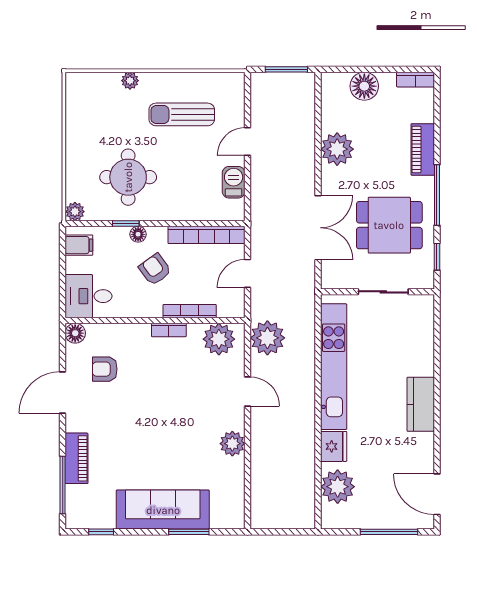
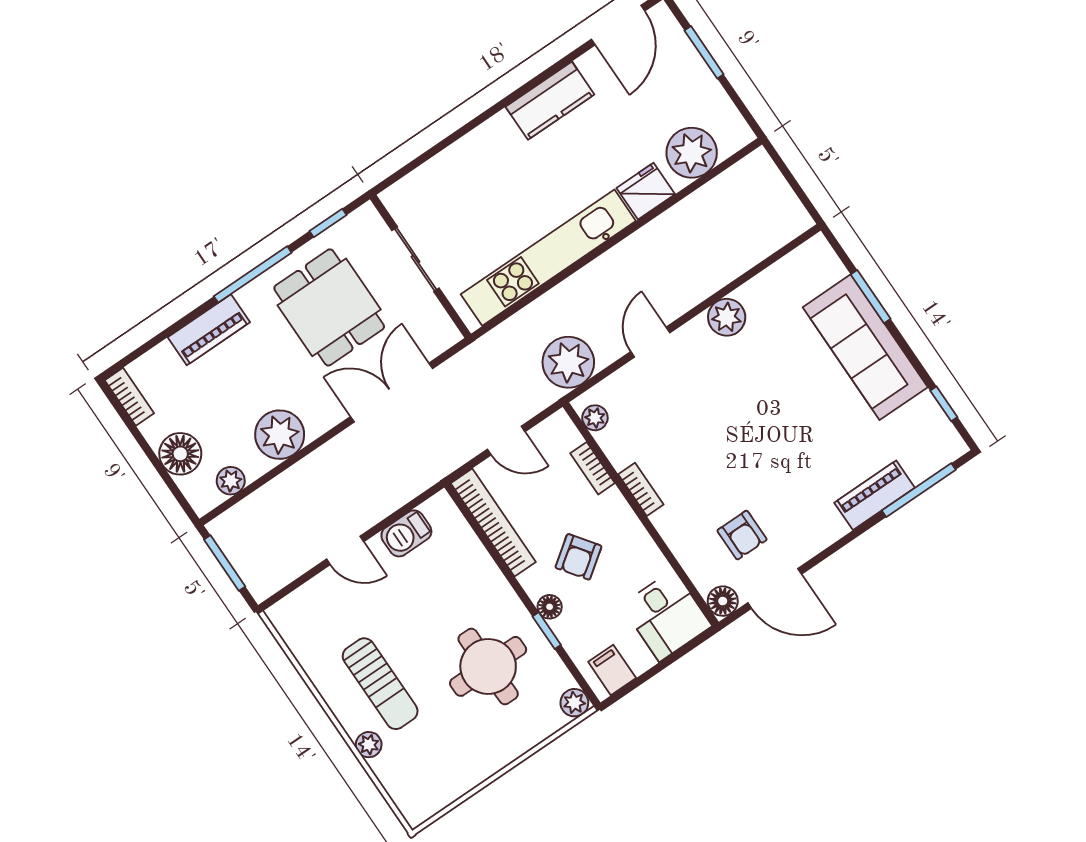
plant: (330, 104) -> (231, 481), added
sun lounger: (182, 114) -> (380, 684), moved
bookcase: (190, 311) -> (592, 468), width x0.64
plant: (219, 339) -> (595, 418), width x0.53, depth x0.53
door: (63, 392) -> (775, 588), moved
kitchen counter: (421, 404) -> (550, 101), moved
window: (389, 532) -> (704, 52), width x0.69

